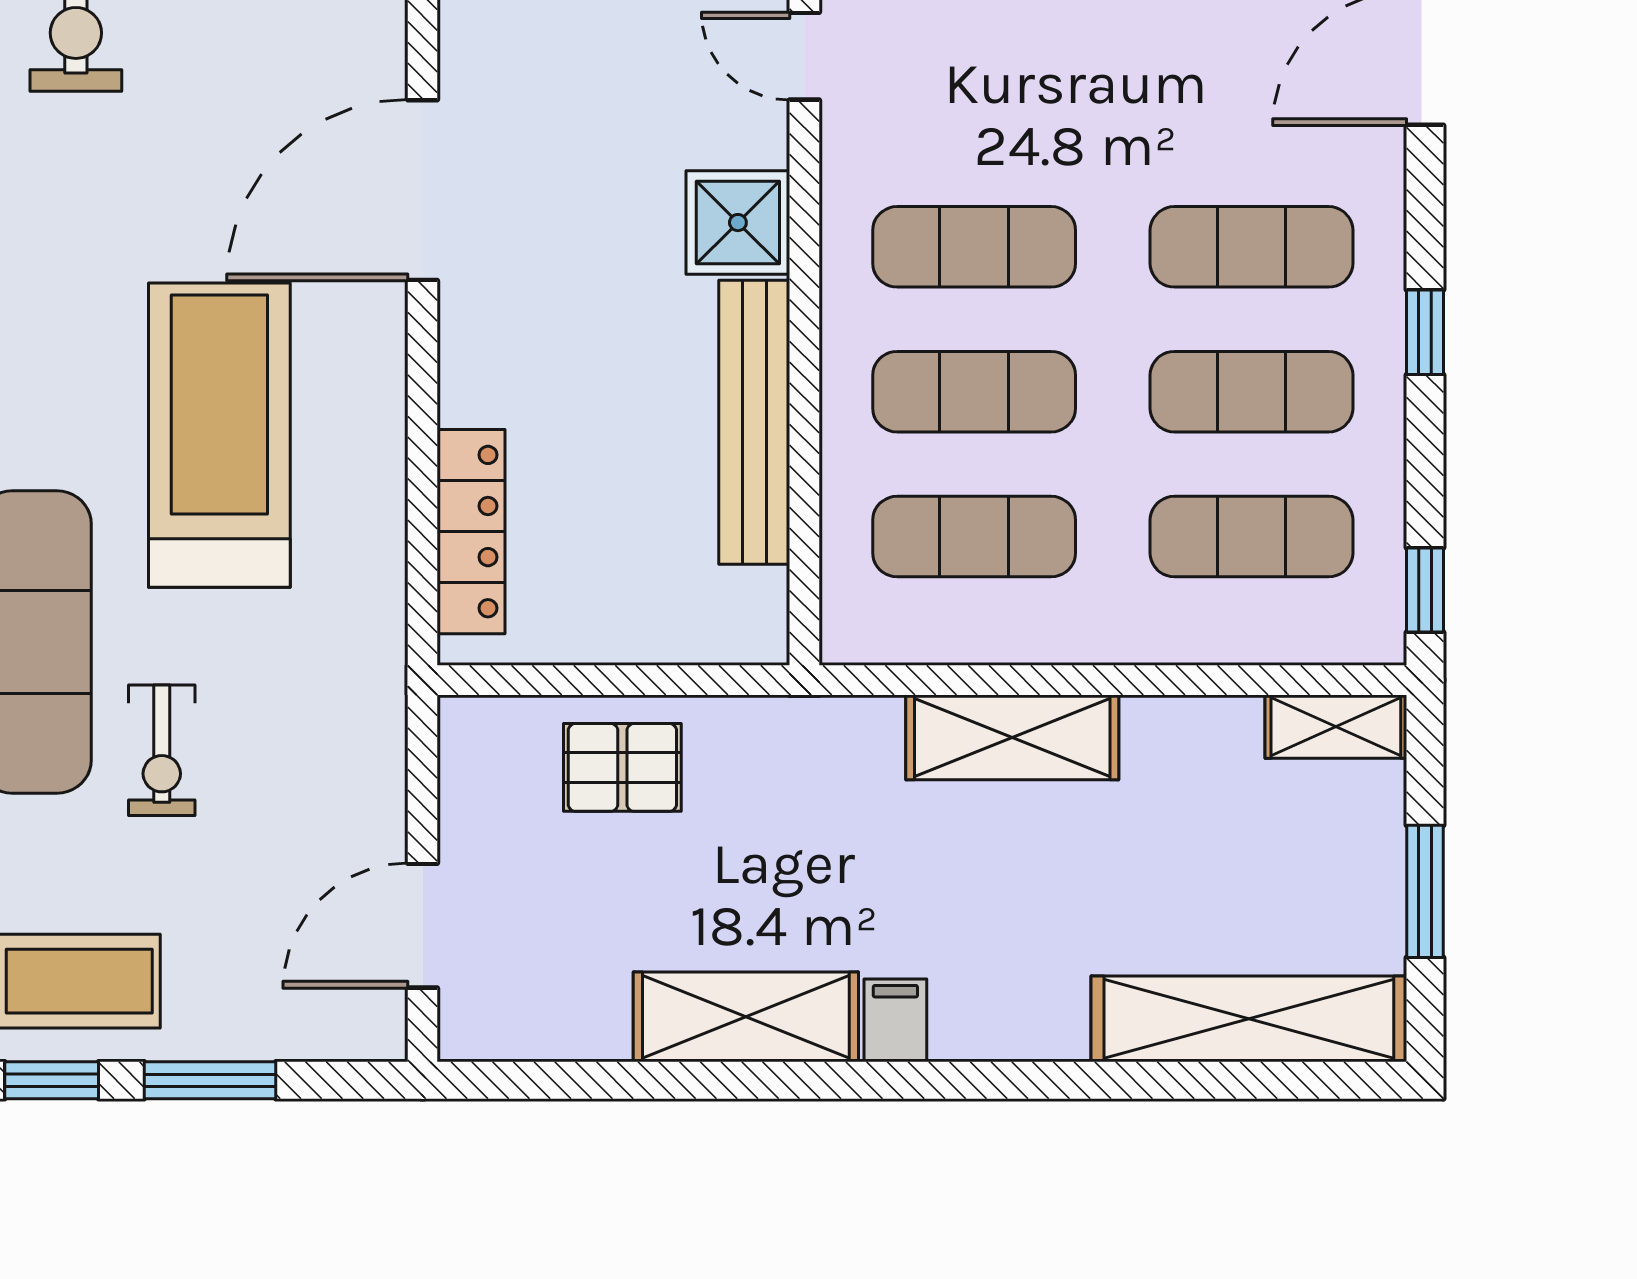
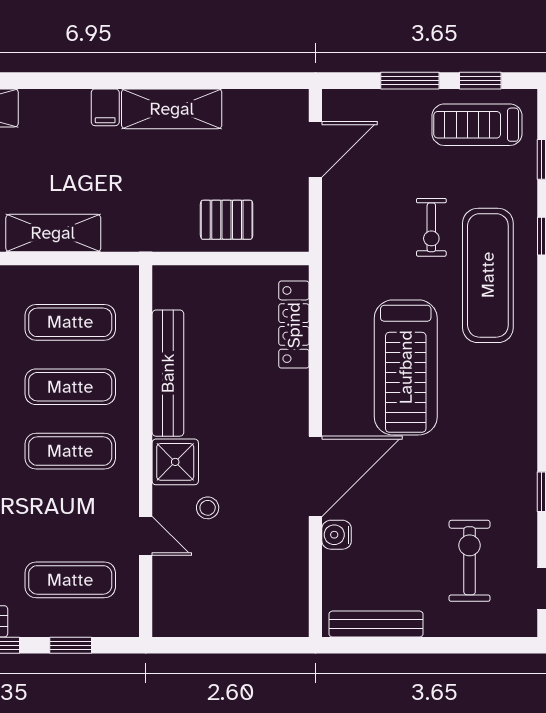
water cooler: (375, 59) -> (337, 535), added
stool: (665, 119) -> (208, 508), added
exercise bike: (162, 750) -> (431, 227), turned 180

